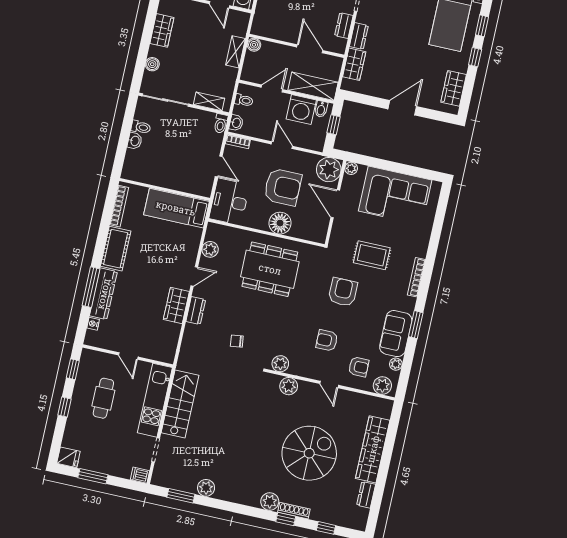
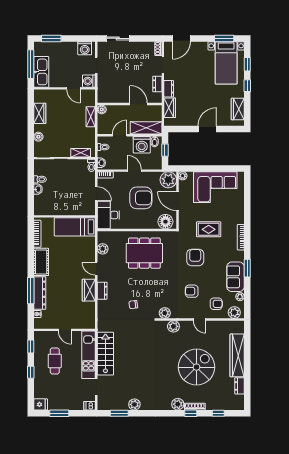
floor lamp: (280, 223) -> (165, 222), moved
door: (194, 276) -> (96, 269), swing flipped

